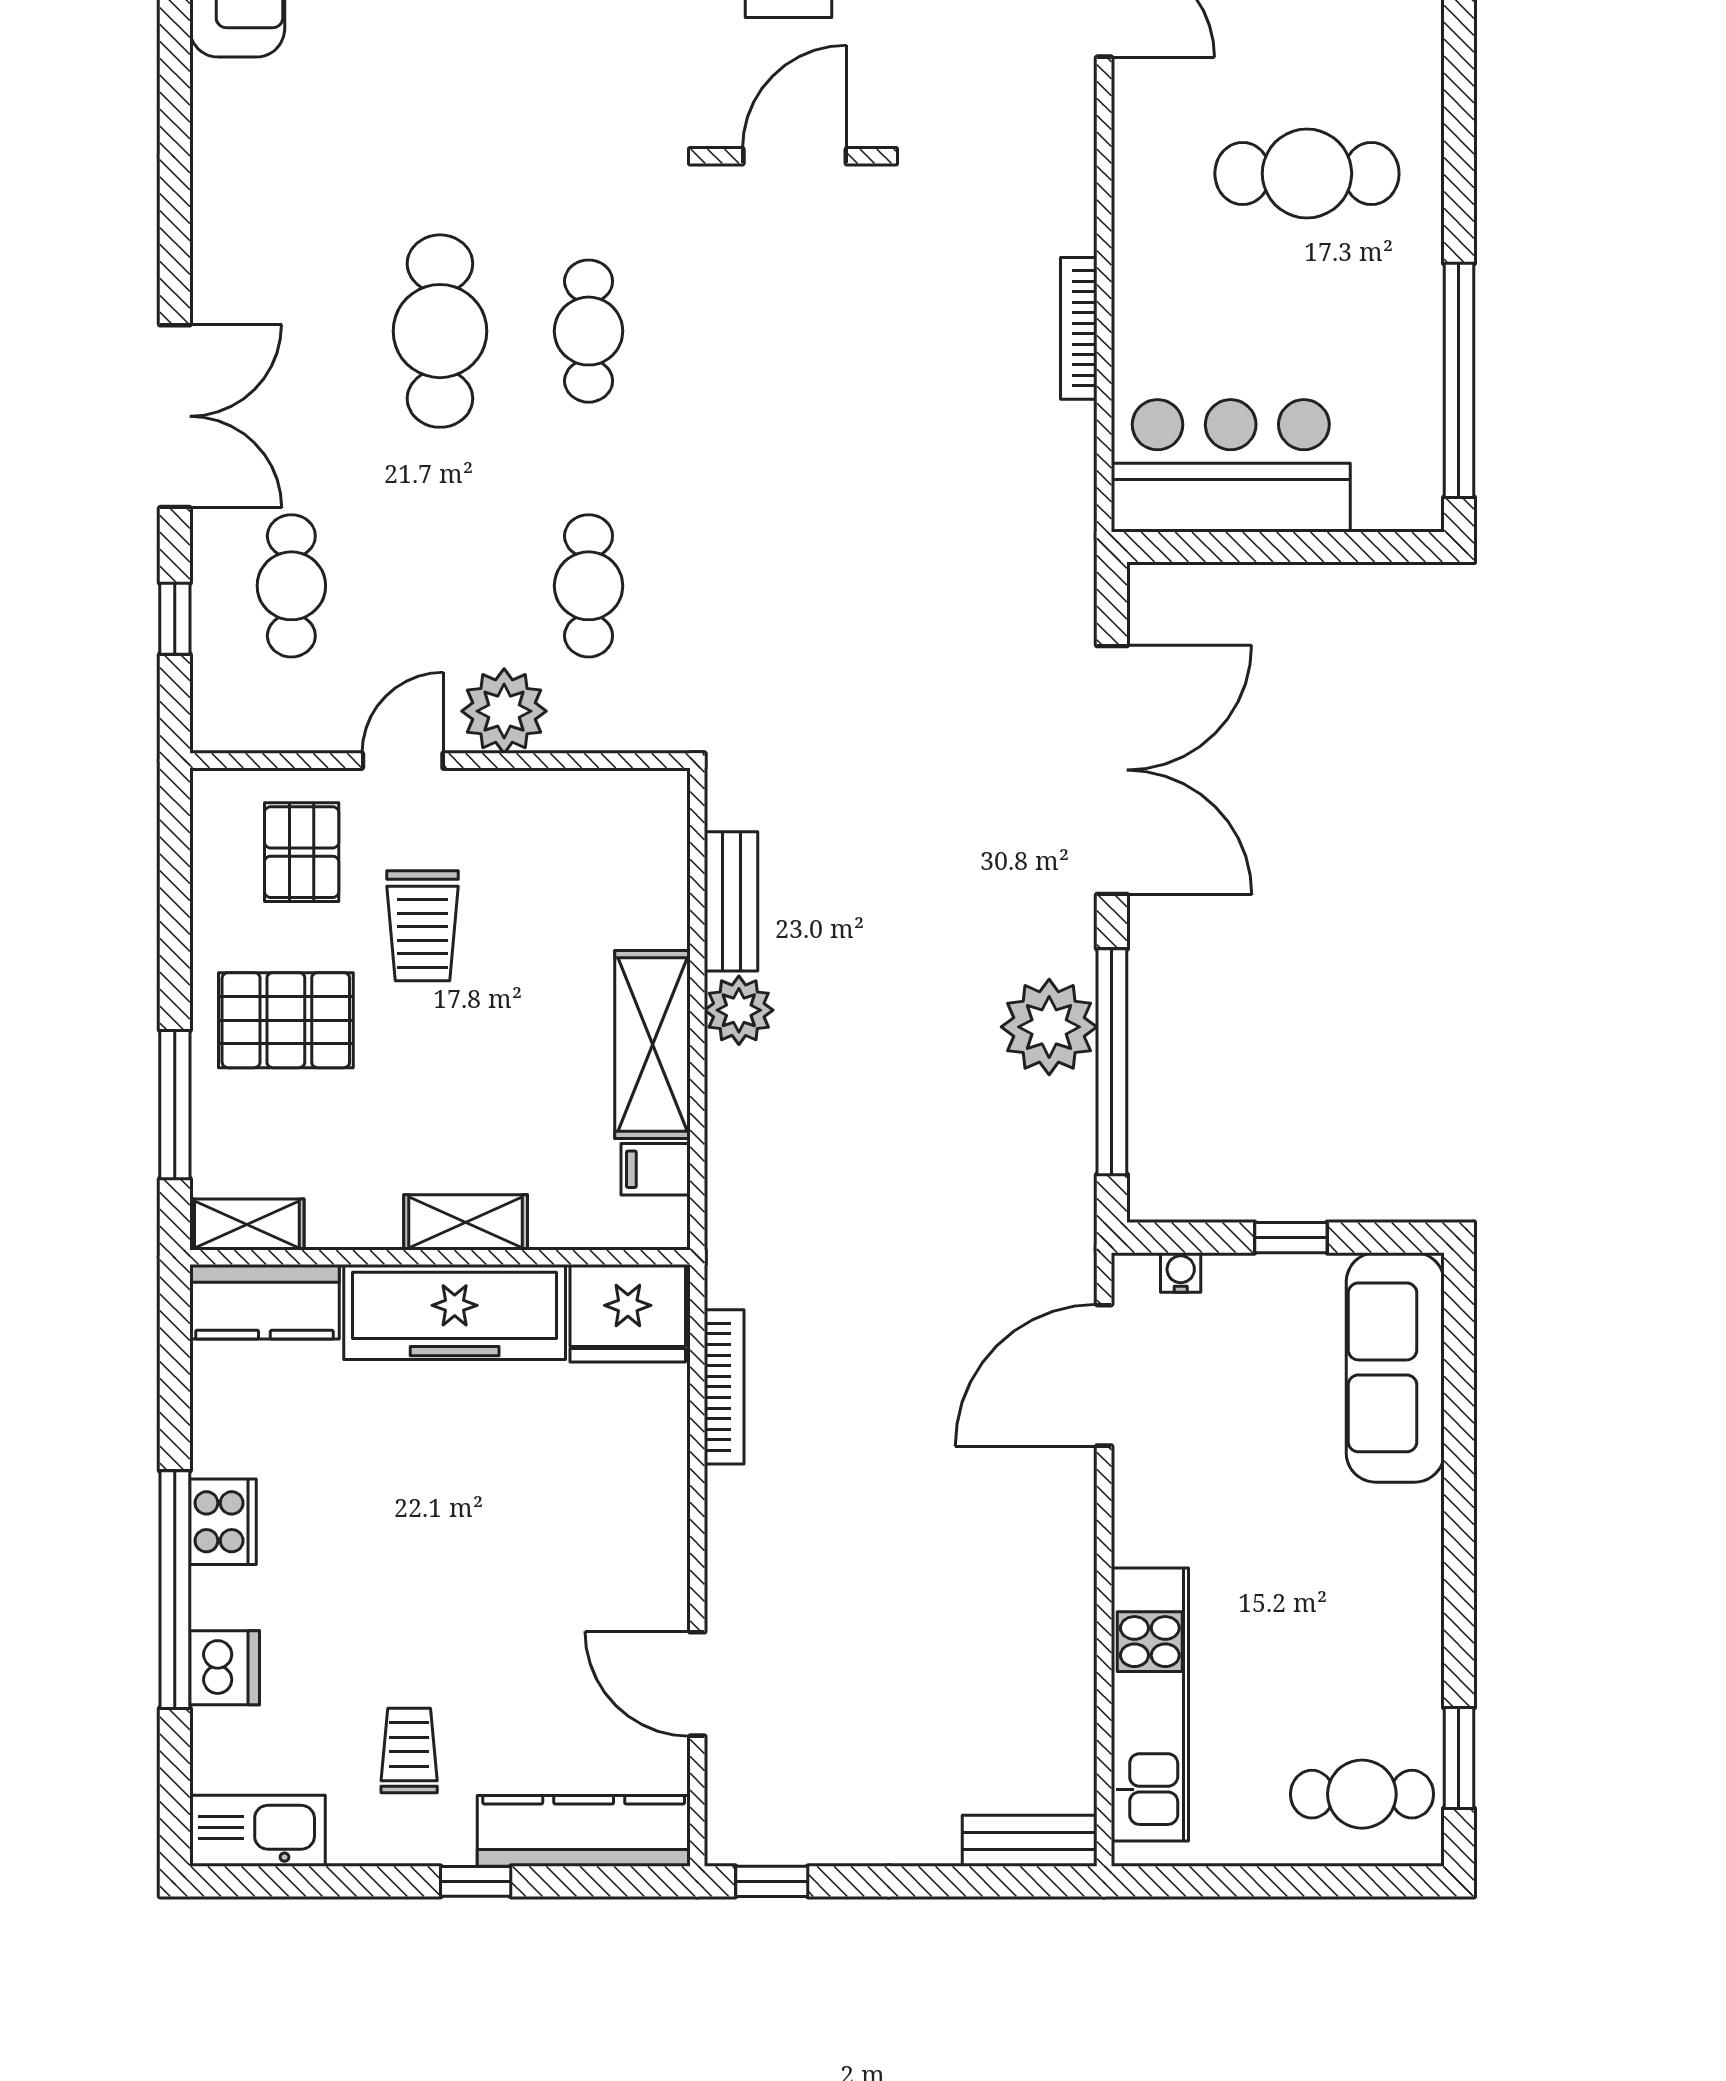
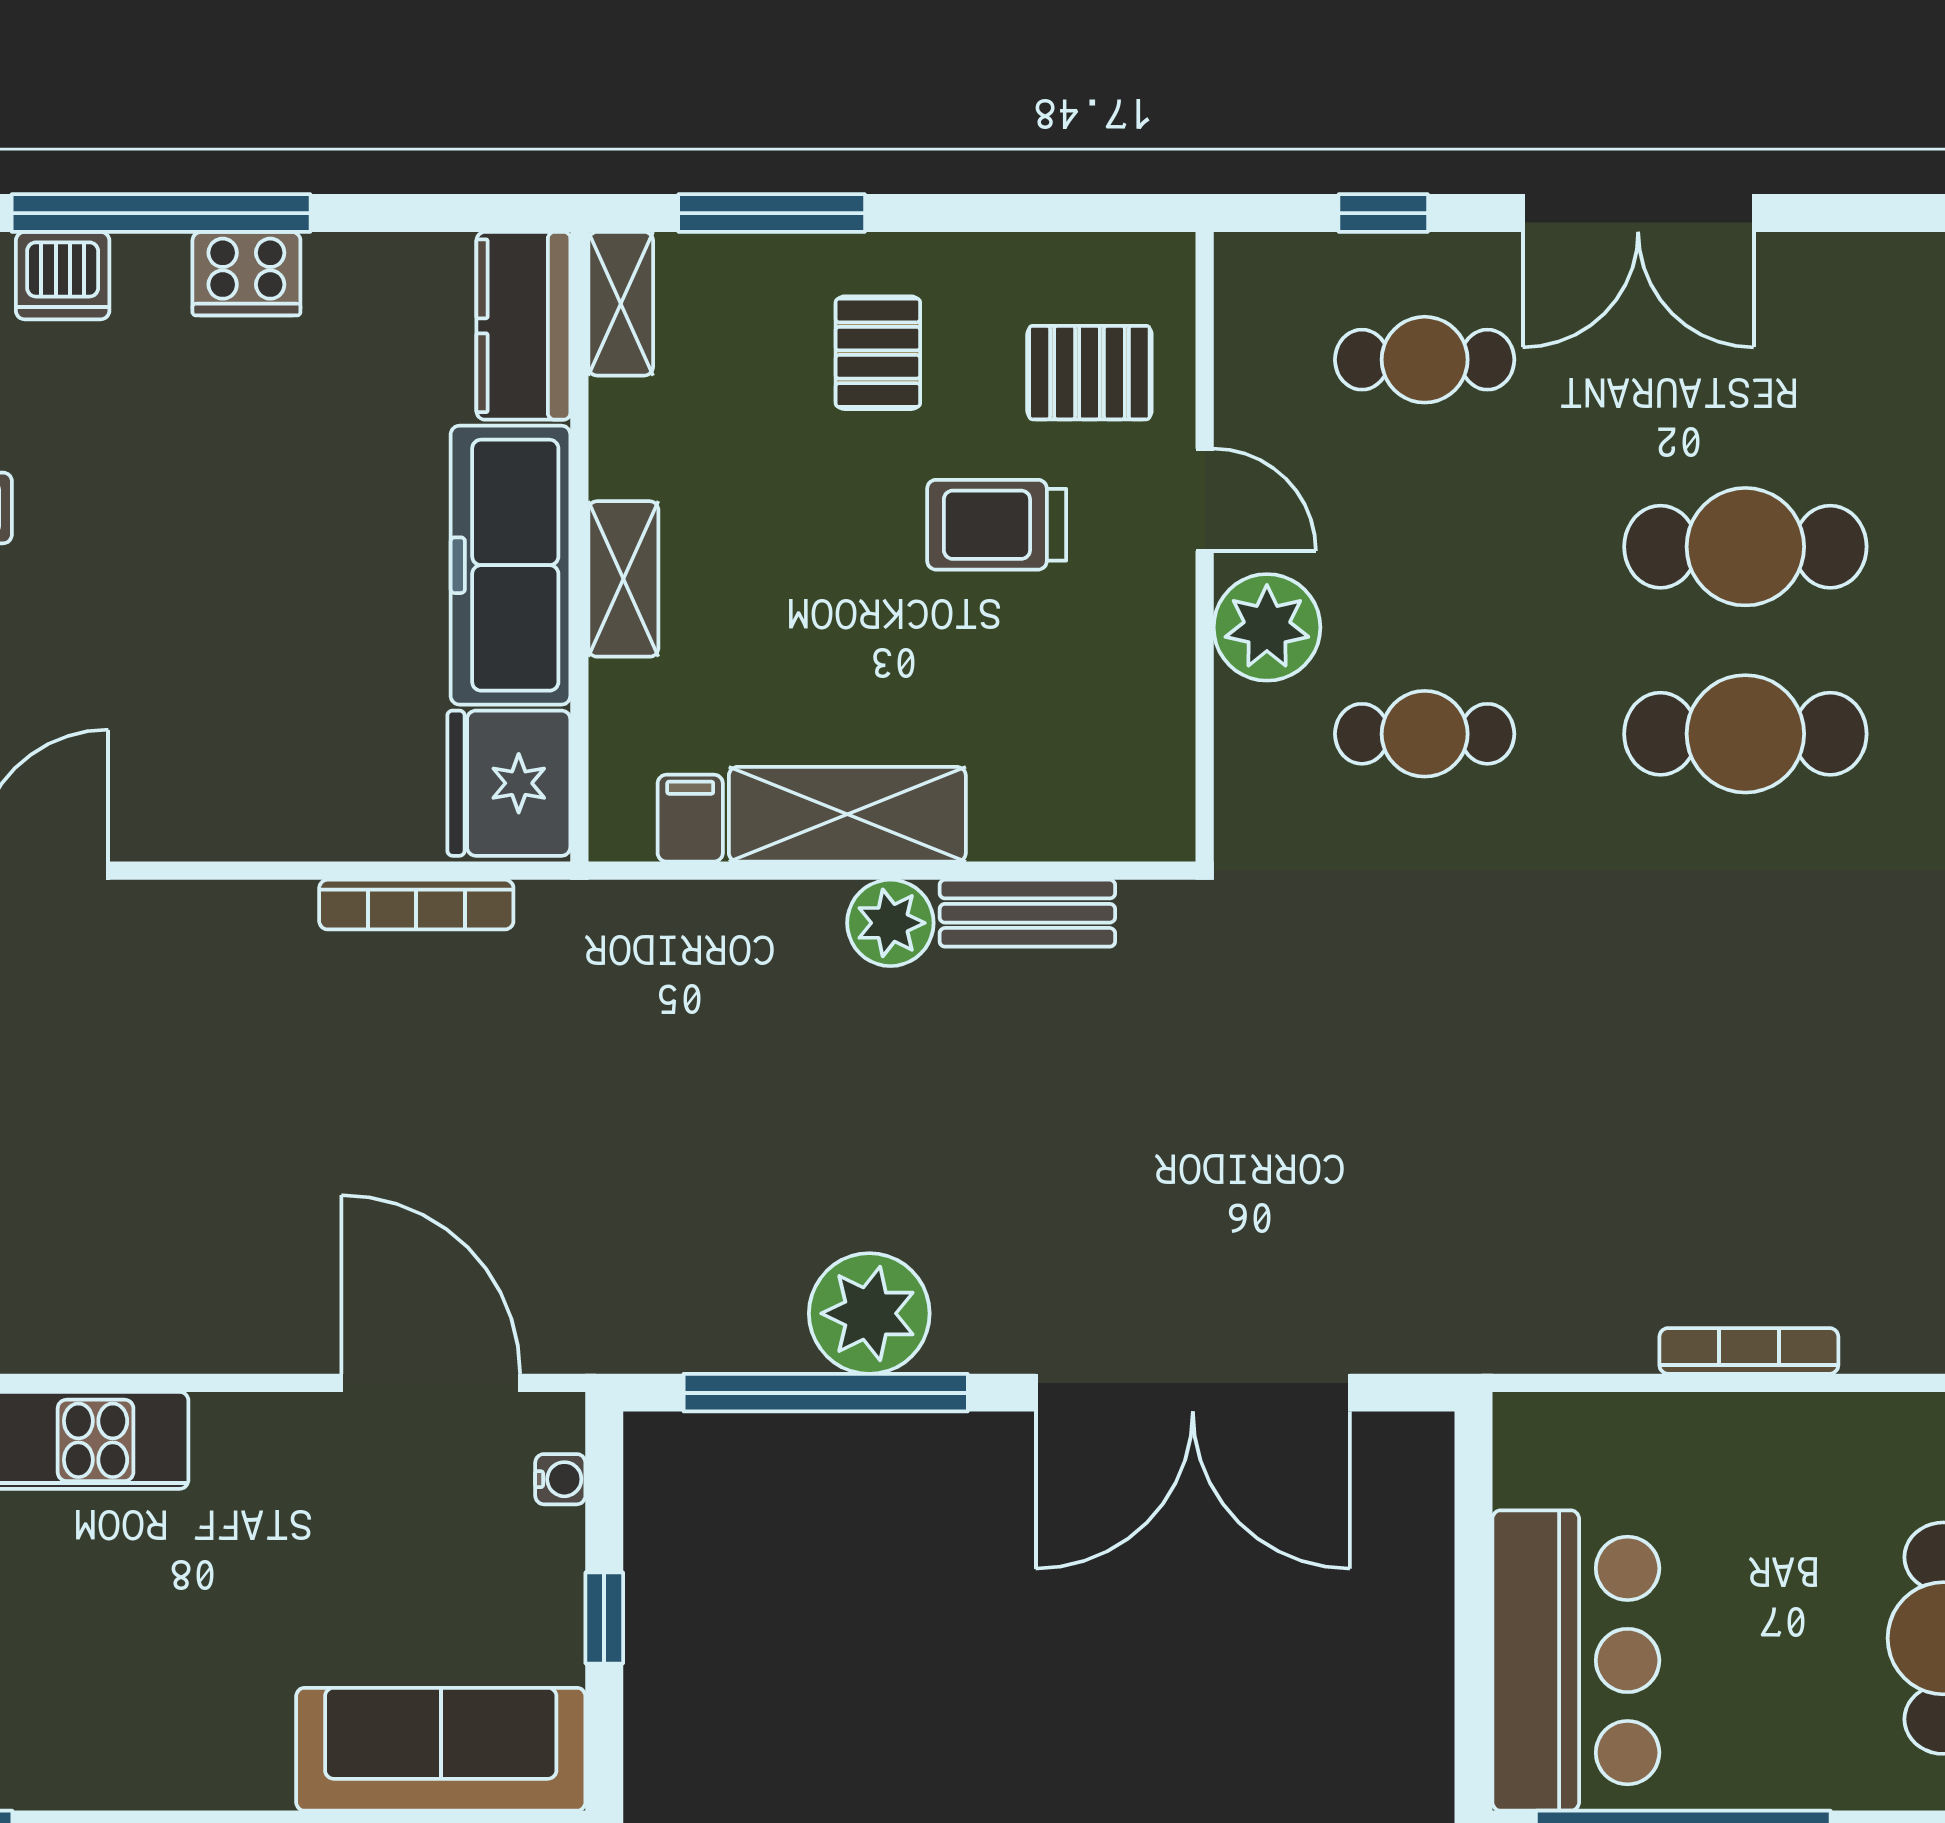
cafe table: (589, 331) -> (1745, 734), width x1.37, depth x1.35
bar counter: (1231, 466) -> (1576, 1660), moved
pallet: (286, 1020) -> (878, 353), width x0.67, depth x0.71

